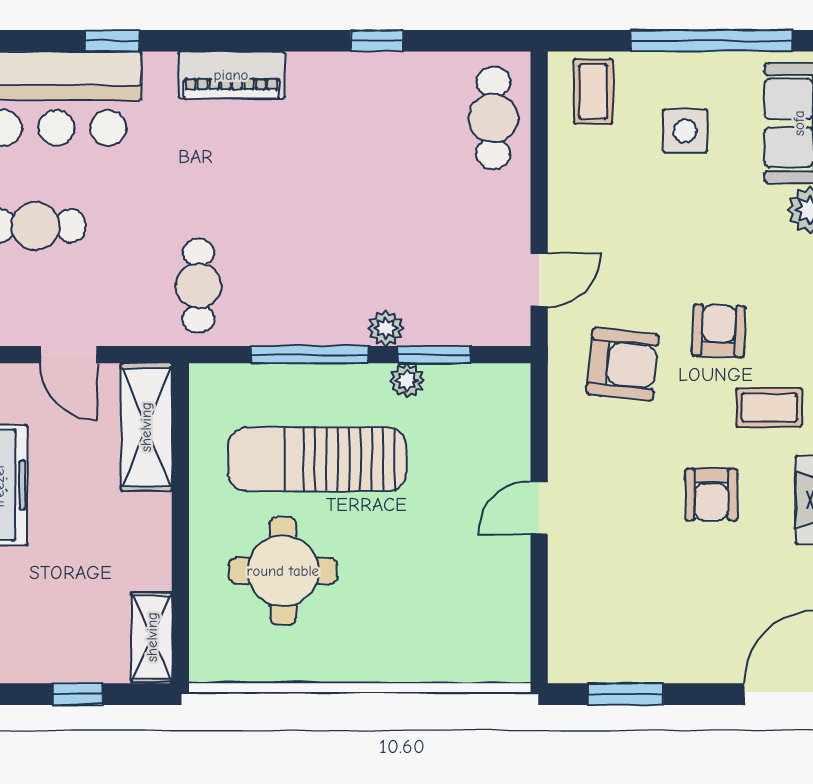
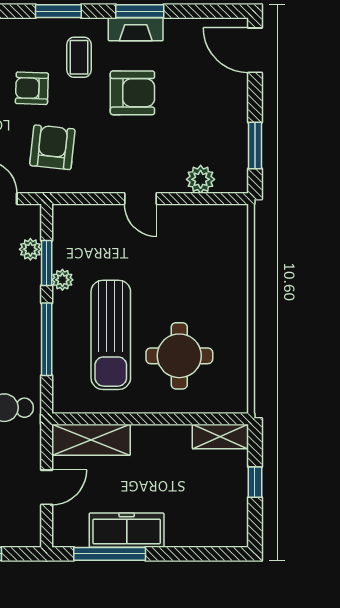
plant: (386, 328) -> (30, 249), moved
armchair: (711, 495) -> (132, 93), width x1.38, depth x1.38
plant: (571, 605) -> (201, 179), added

